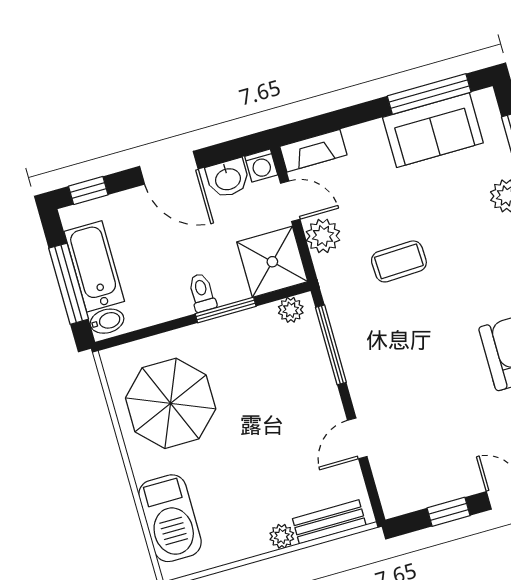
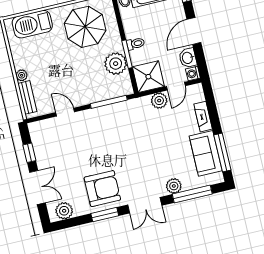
fireplace: (313, 151) -> (203, 117), moved
coffee table: (399, 261) -> (146, 135), removed
plant: (291, 310) -> (116, 64), moved, width x1.88, depth x1.88

